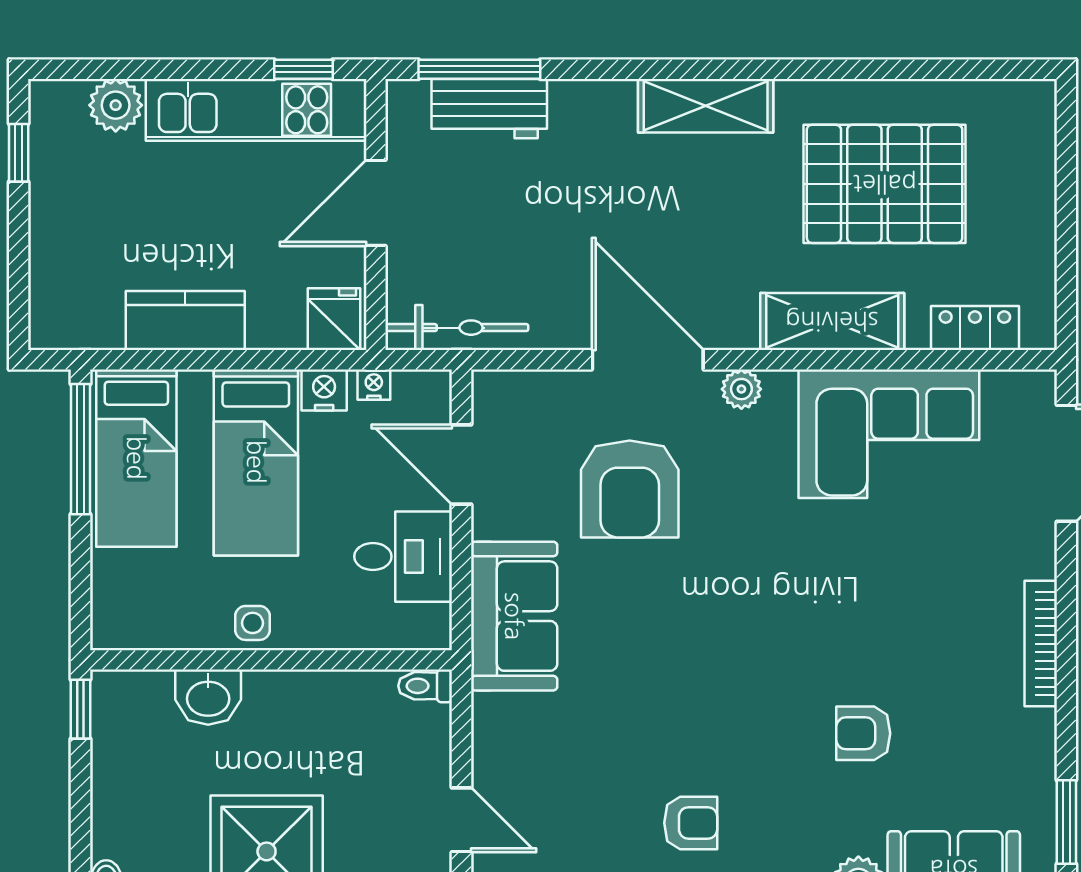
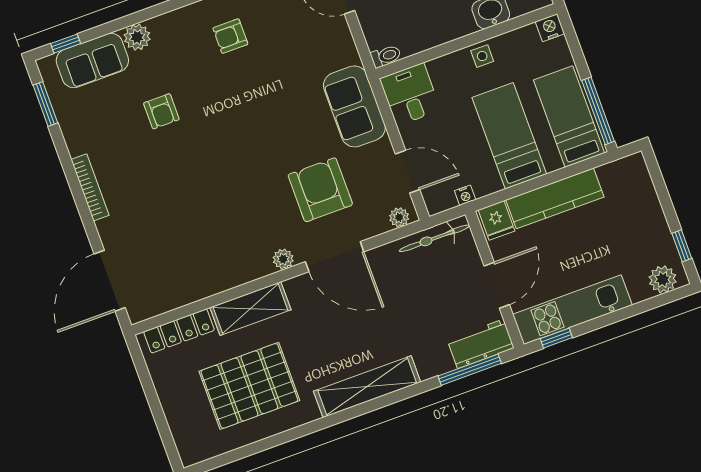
plant: (116, 105) -> (663, 279), moved
shelving: (706, 106) -> (367, 387), width x1.47
workbench: (489, 109) -> (481, 344), moved
kitchen counter: (185, 321) -> (555, 198), width x1.50
locker: (975, 328) -> (179, 331), width x1.53
plant: (506, 388) -> (399, 217), added
nightstand: (324, 390) -> (550, 28), moved, turned 180
corner sofa: (889, 434) -> (203, 263), removed
desk: (403, 557) -> (410, 94), moved, turned 90
armchair: (863, 733) -> (161, 111), turned 90

